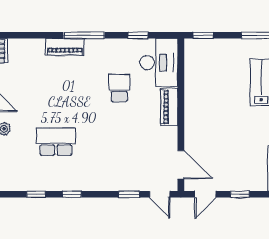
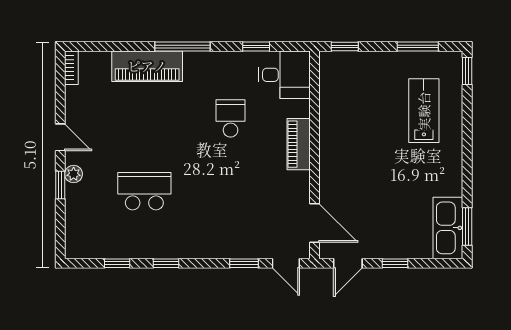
piano: (65, 47) -> (147, 66), width x1.37, depth x1.33
desk: (159, 63) -> (284, 75), width x0.73

